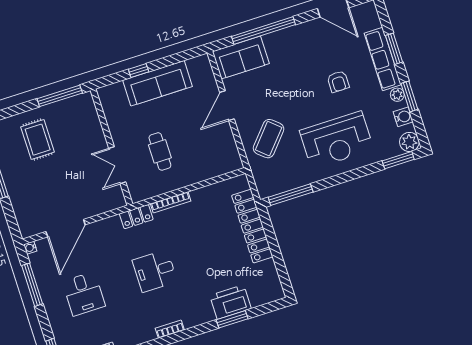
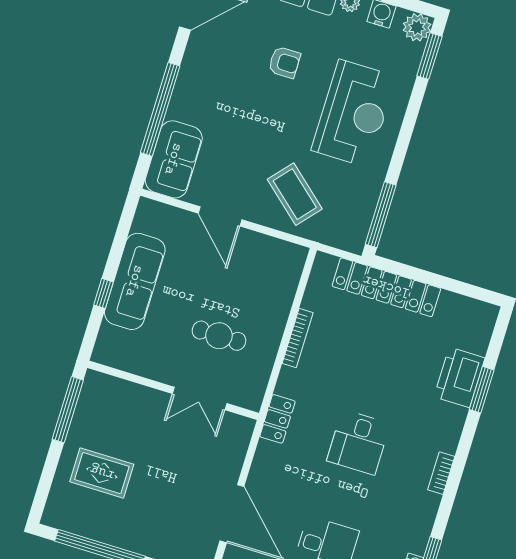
bookcase: (171, 202) -> (298, 338), moved

